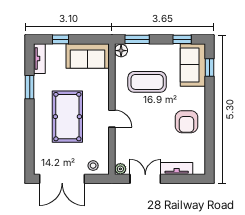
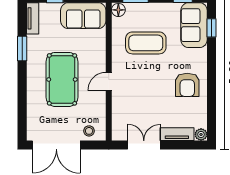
door: (112, 119) -> (109, 82), swing flipped
plant: (120, 169) -> (201, 134), moved

